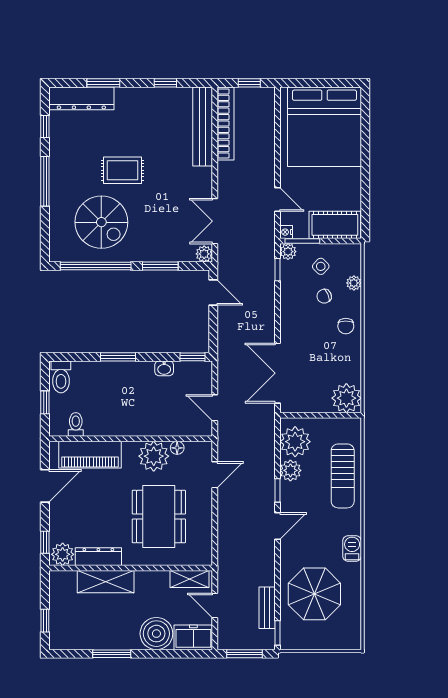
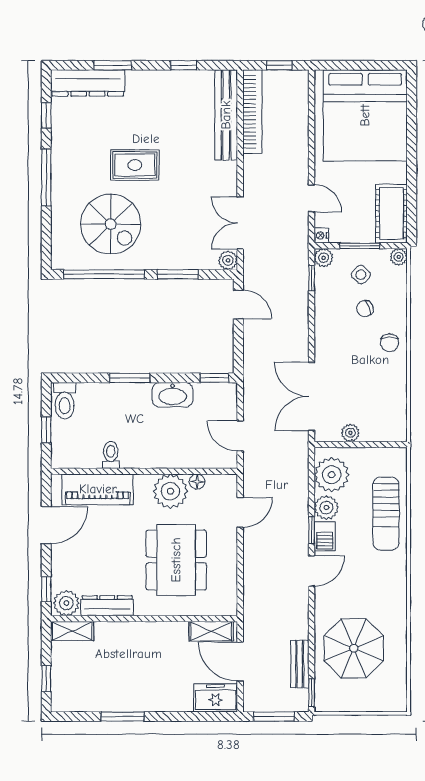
cot: (335, 225) -> (391, 214), moved, turned 90
window: (302, 241) -> (360, 246), moved
plant: (354, 283) -> (399, 257), moved
washbasin: (164, 368) -> (173, 395), width x1.91, depth x1.45
plant: (346, 398) -> (350, 433), moved, width x0.53, depth x0.53
toilet: (76, 424) -> (111, 455), moved
barbecue: (352, 549) -> (325, 536), moved, turned 180
shelving: (106, 582) -> (72, 631), moved, width x0.67, depth x0.75
door: (215, 606) -> (240, 662), width x1.38
boiler: (156, 634) -> (173, 694), removed

